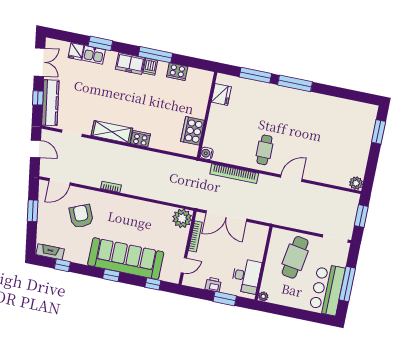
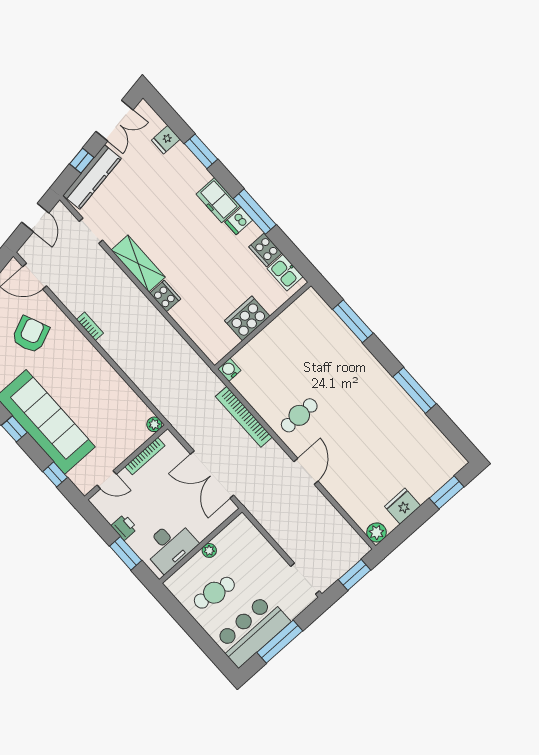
kitchen sink: (94, 55) -> (285, 273), moved
window: (295, 83) -> (415, 390), moved
fridge: (221, 94) -> (403, 506), moved, turned 180
cooker: (193, 131) -> (247, 318), moved
door: (291, 178) -> (306, 471), hinge flipped
double door: (226, 216) -> (212, 475), moved
plant: (182, 218) -> (154, 424), width x0.53, depth x0.53
cafe table: (295, 257) -> (214, 593), moved, width x0.73, depth x0.74
plant: (263, 296) -> (209, 550), moved

